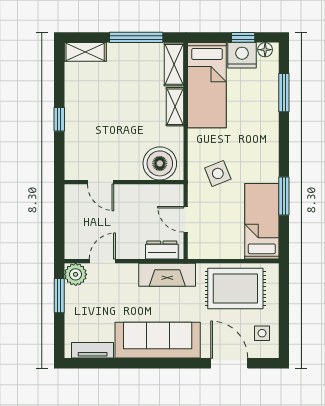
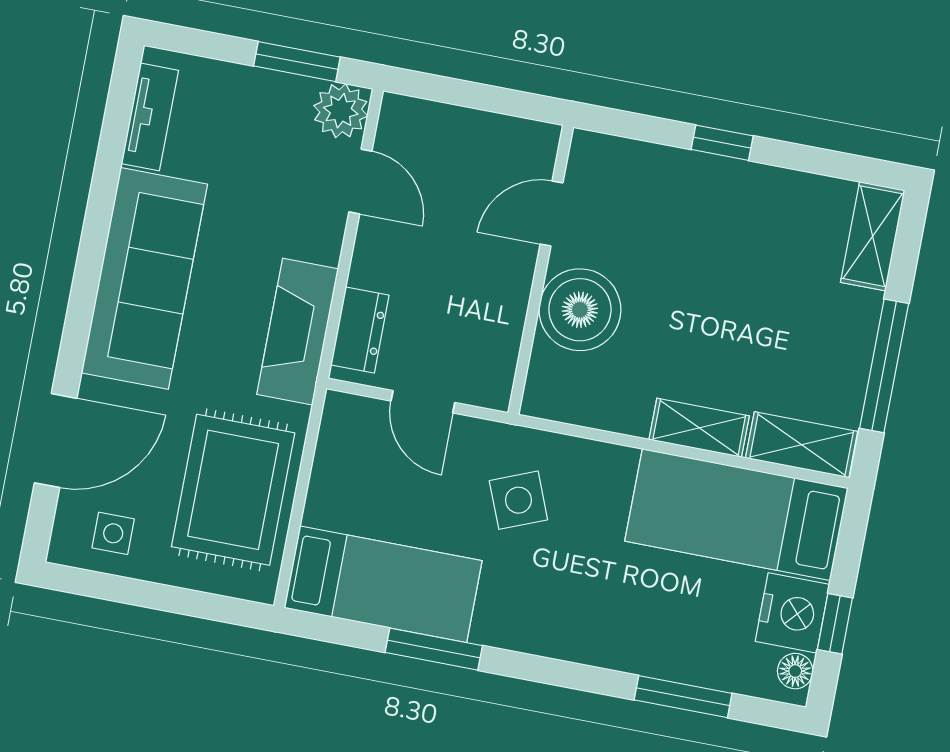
boiler: (160, 163) -> (580, 310), moved
door: (186, 219) -> (423, 402), swing flipped

